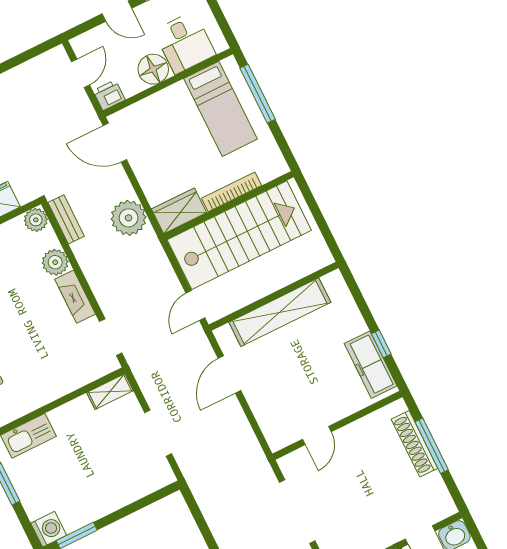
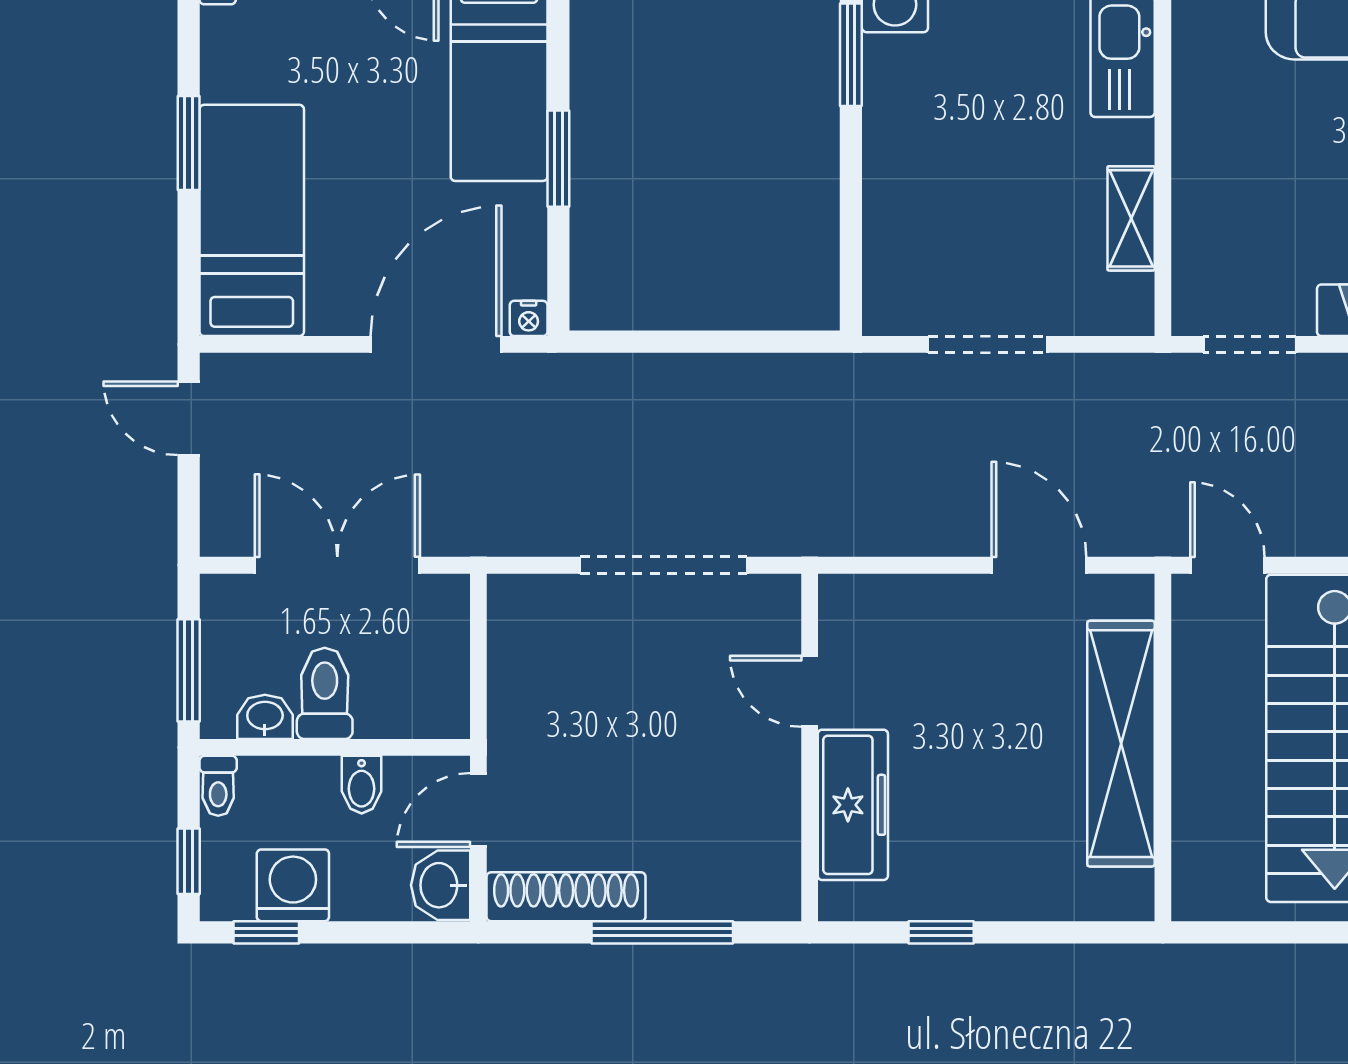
freezer: (371, 365) -> (853, 805), moved, turned 90
shelving: (110, 392) -> (1131, 218), moved
shoe rack: (414, 444) -> (566, 897), moved

